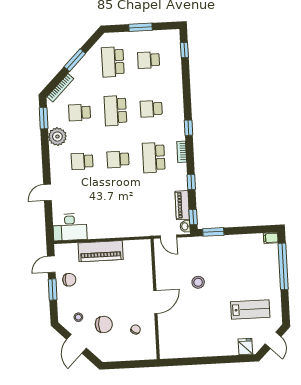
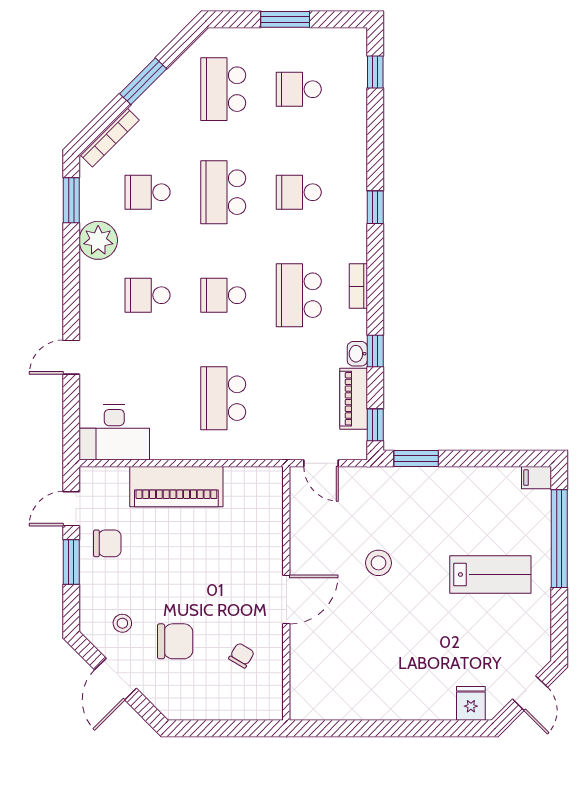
window: (188, 128) -> (375, 207), moved
school desk: (121, 208) -> (223, 398), added
washbasin: (185, 226) -> (357, 354), moved
lab bench: (250, 309) -> (490, 574), moved

